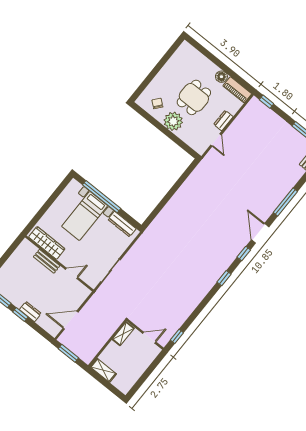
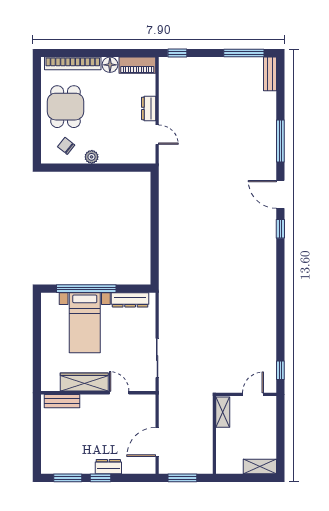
bookcase: (200, 58) -> (73, 63), added
dining table: (194, 97) -> (66, 107), moved
plant: (173, 121) -> (92, 157), width x0.53, depth x0.53
wardrobe: (47, 243) -> (84, 382), moved
bench: (47, 261) -> (62, 401), moved
door: (72, 273) -> (119, 393), hinge flipped
window: (224, 278) -> (280, 271), removed
shelving: (103, 370) -> (260, 466), moved

